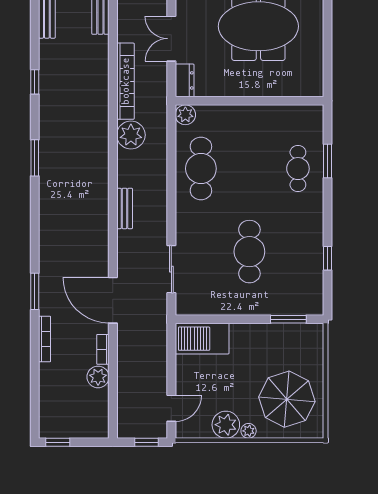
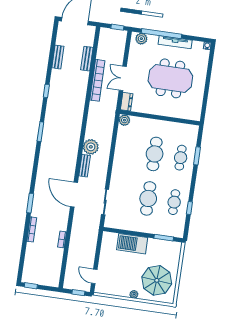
bookcase: (125, 81) -> (97, 80), moved
plant: (131, 135) -> (91, 147), moved
cafe table: (201, 169) -> (155, 154), moved
cafe table: (298, 252) -> (174, 202), added
door: (113, 300) -> (74, 195), moved
barbecue: (202, 339) -> (132, 244), moved
plant: (98, 377) -> (57, 254), removed
door: (171, 408) -> (94, 276), swing flipped
plant: (226, 425) -> (122, 289), removed

